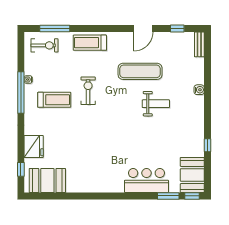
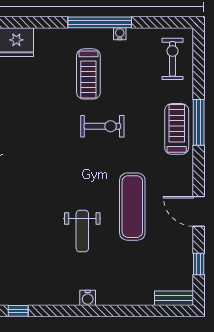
window: (55, 28) -> (199, 122), moved
exercise bike: (44, 45) -> (173, 59), turned 180
water cooler: (199, 90) -> (88, 298), moved

